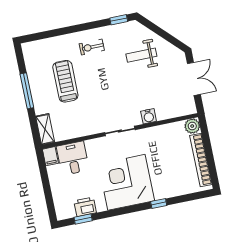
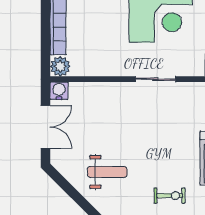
double door: (194, 79) -> (46, 127), swing flipped
water cooler: (149, 116) -> (59, 91), moved

